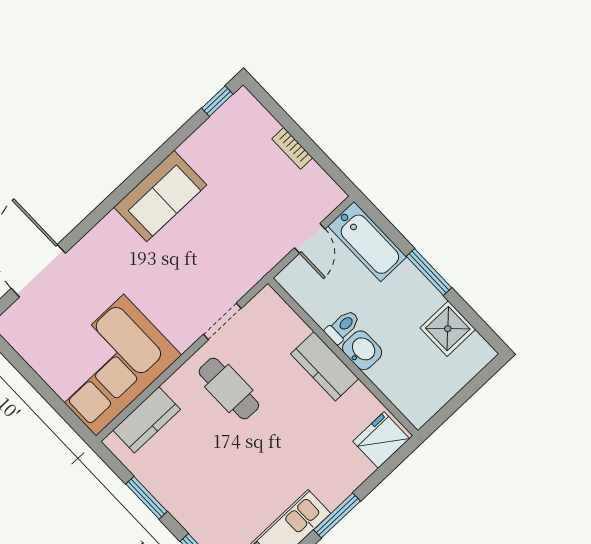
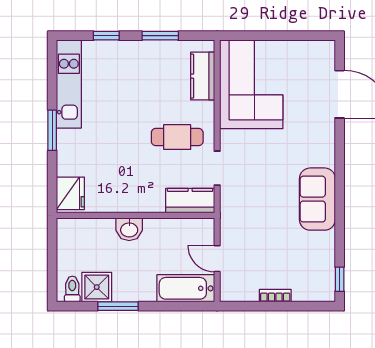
window: (429, 272) -> (118, 306), moved
toilet: (343, 327) -> (72, 289), moved, turned 180
kitchen counter: (325, 366) -> (190, 201), moved

